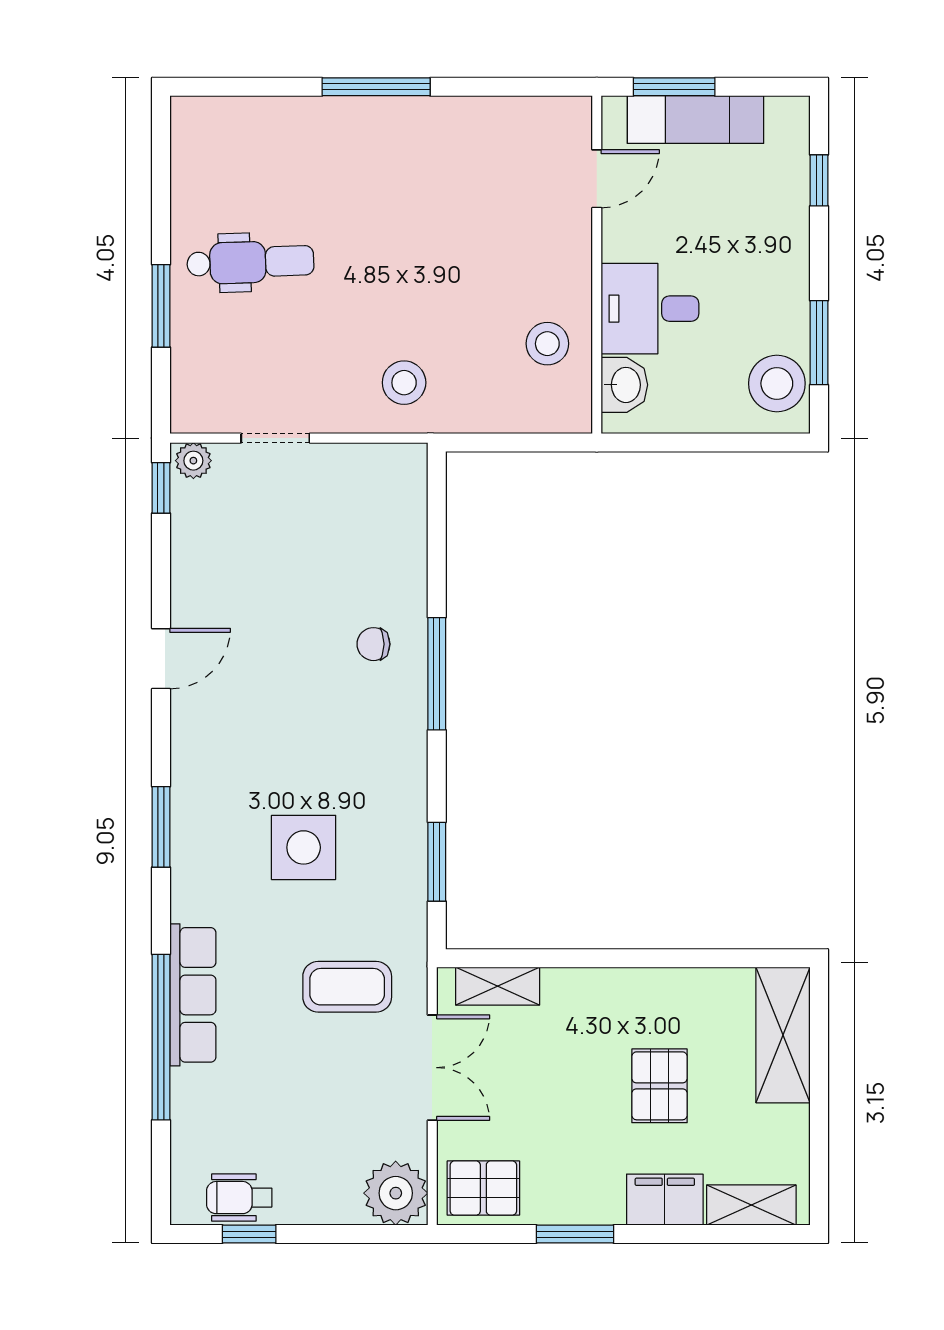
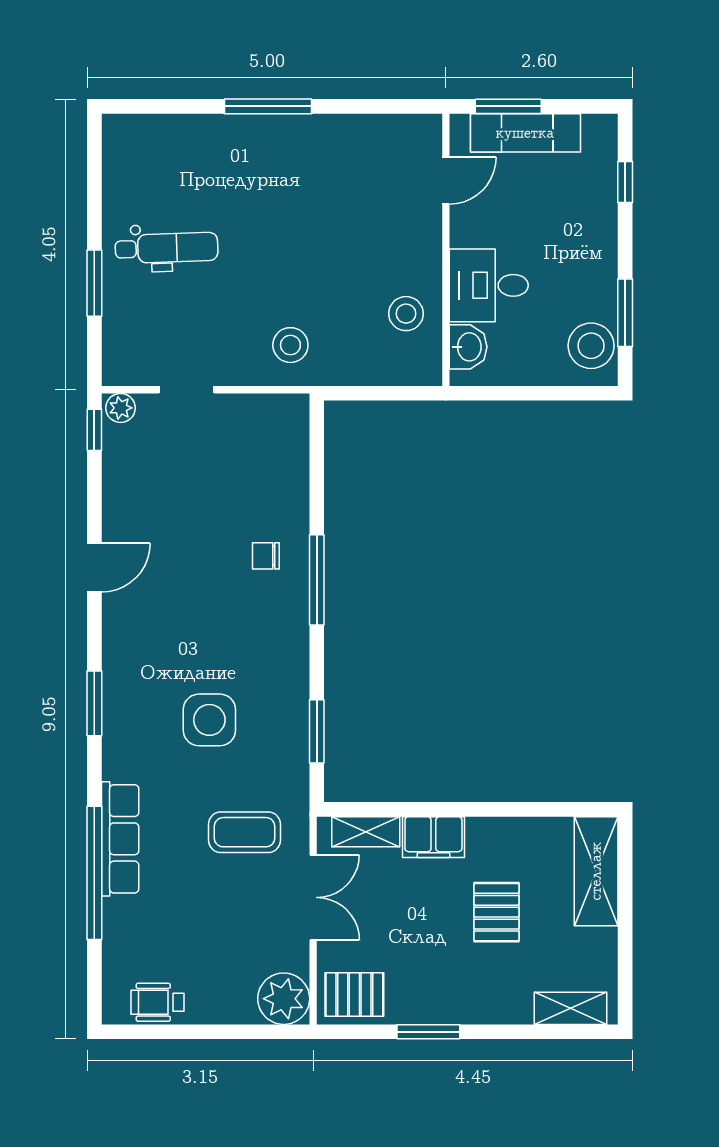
filing cabinet: (665, 1200) -> (433, 837), moved, turned 180
window: (249, 1234) -> (165, 1032), removed

